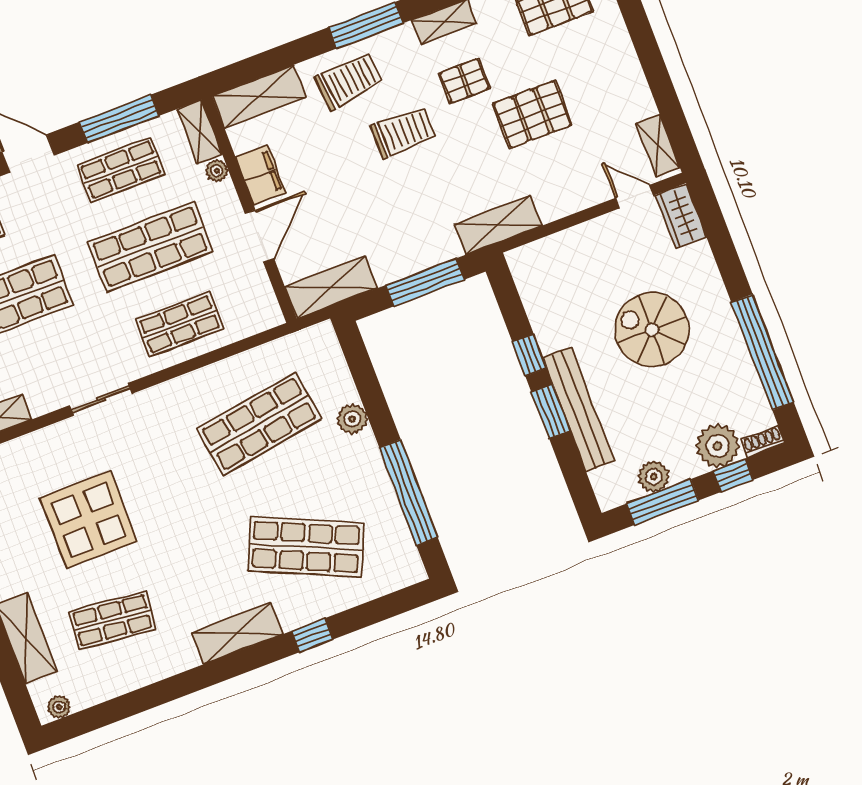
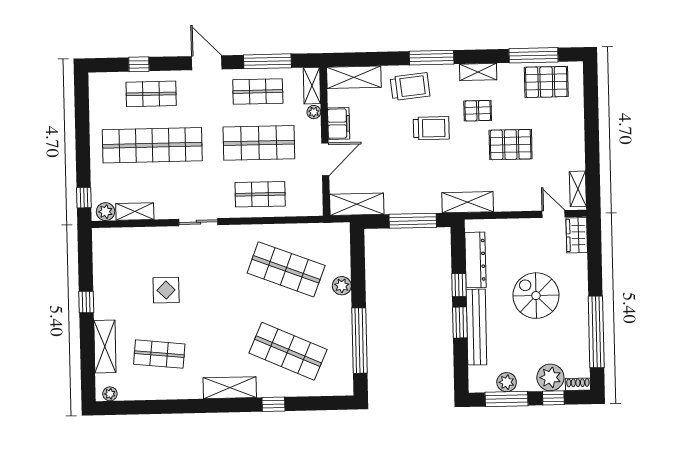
dresser: (541, 308) -> (475, 260), added
shop shelf: (259, 424) -> (286, 269), turned 30
display table: (88, 520) -> (166, 290), width x0.54, depth x0.54

